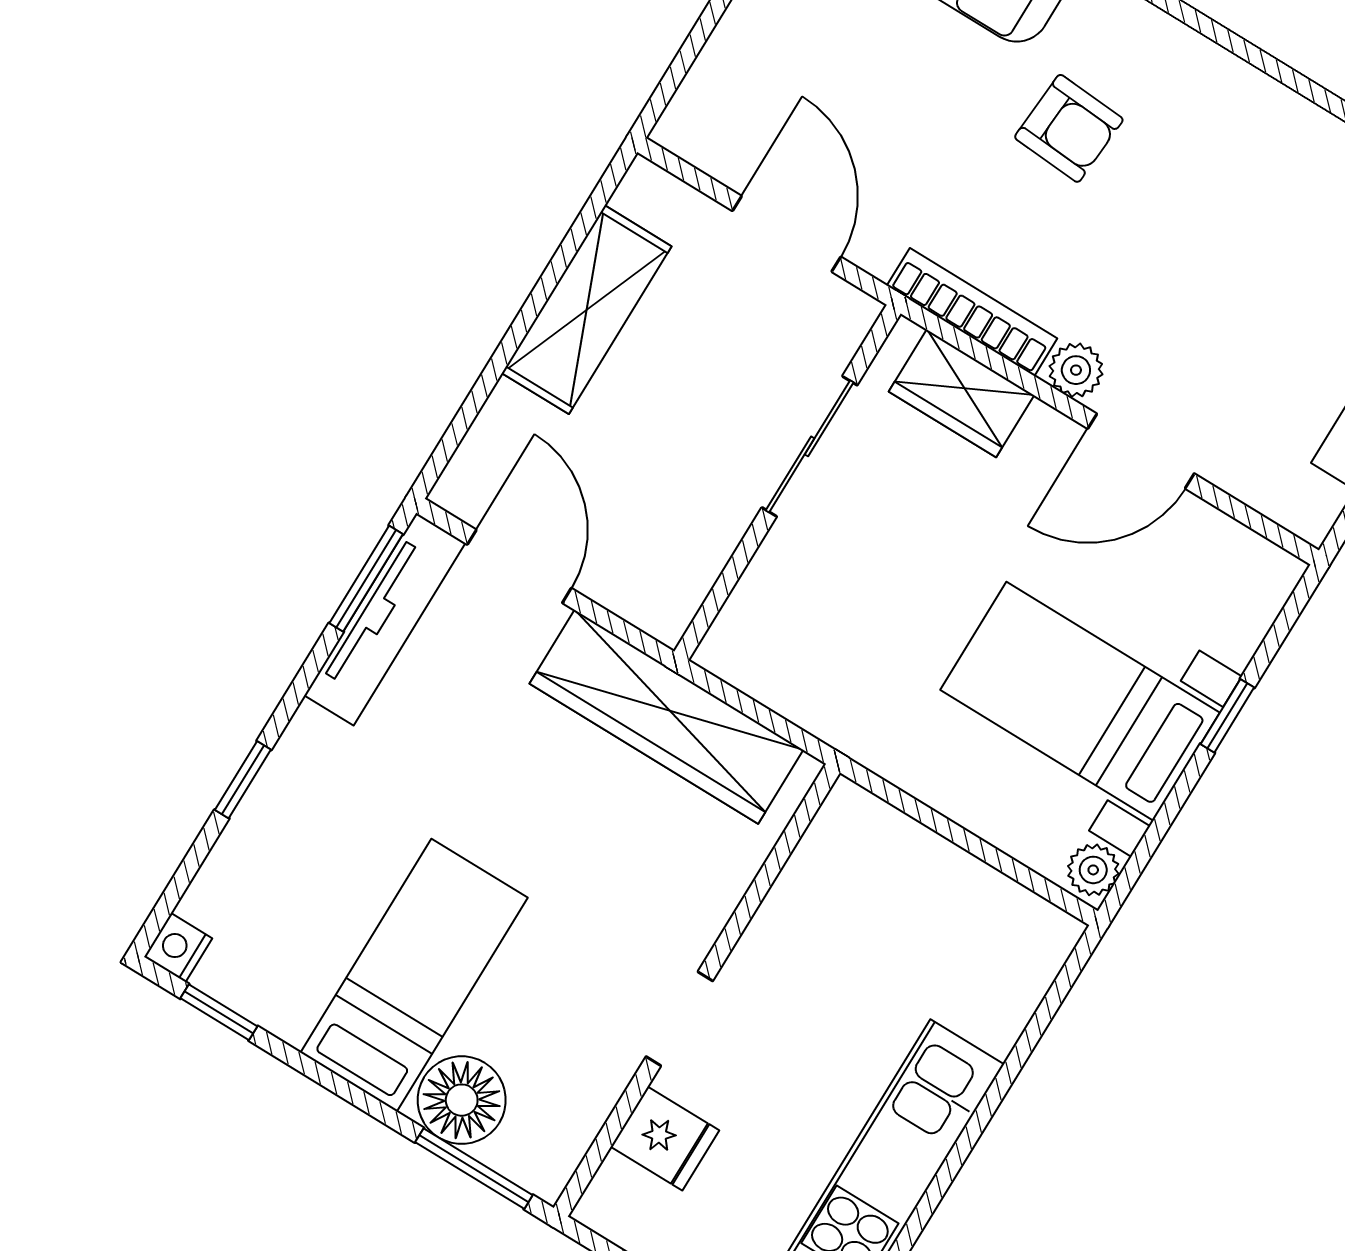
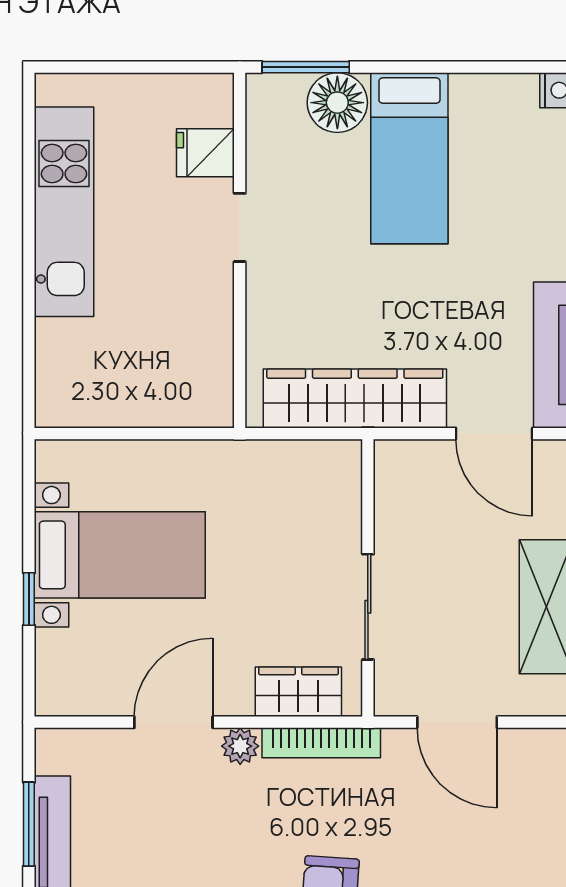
plant: (1093, 870) -> (52, 462), removed
window: (219, 1012) -> (510, 67), removed

